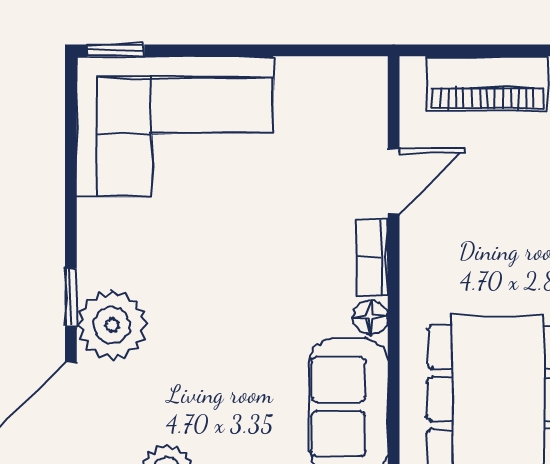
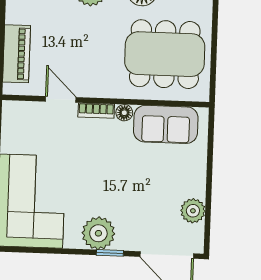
plant: (112, 325) -> (98, 233), moved

